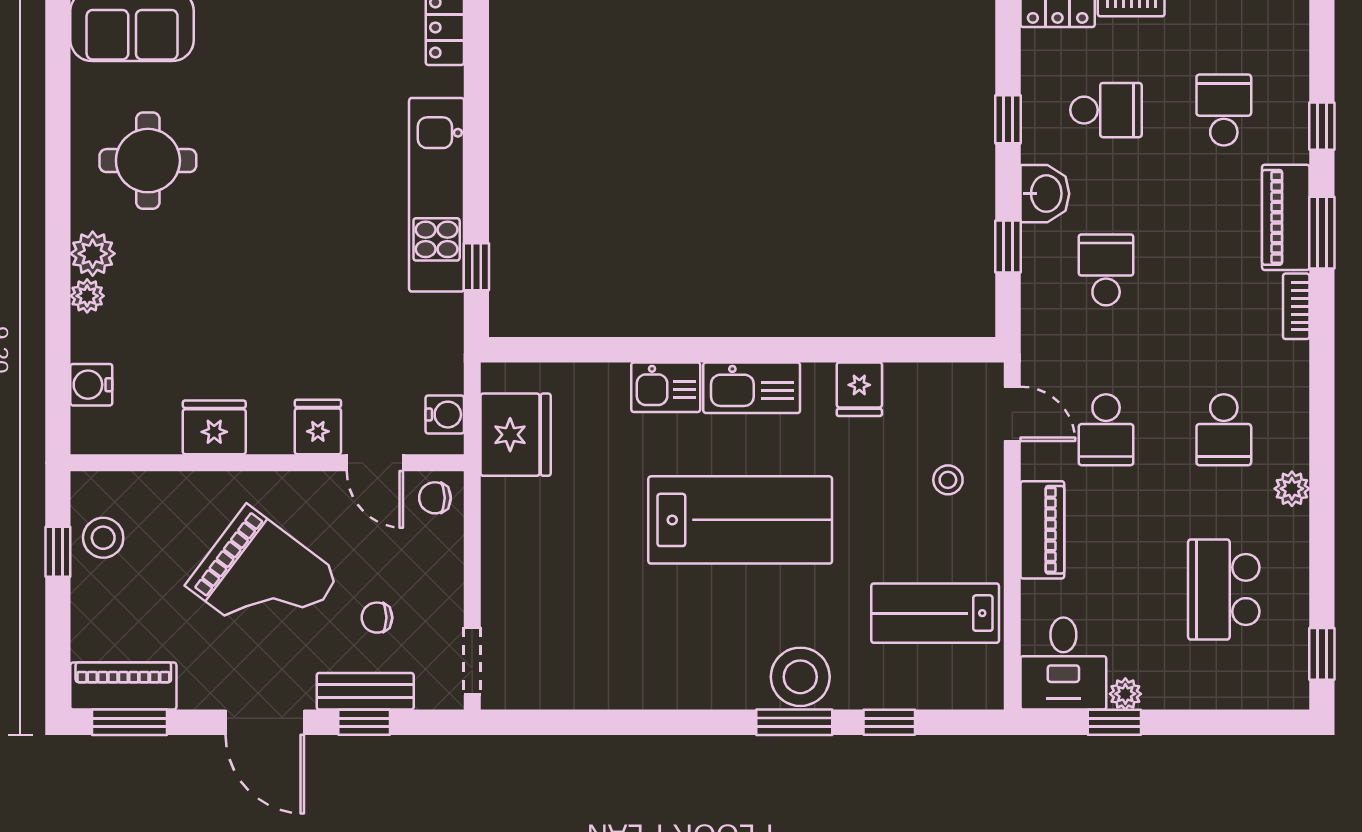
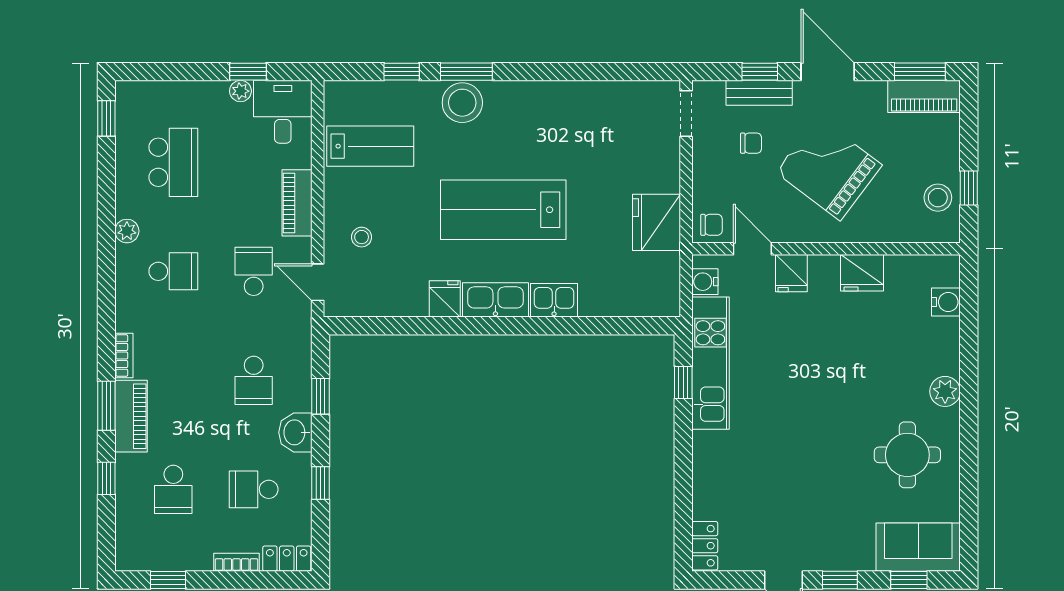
kitchen unit: (437, 195) -> (710, 363), moved
plant: (87, 296) -> (949, 363), removed
fridge: (859, 389) -> (445, 299), moved
school desk: (1224, 430) -> (173, 271), turned 90
fridge: (516, 435) -> (656, 222), moved

